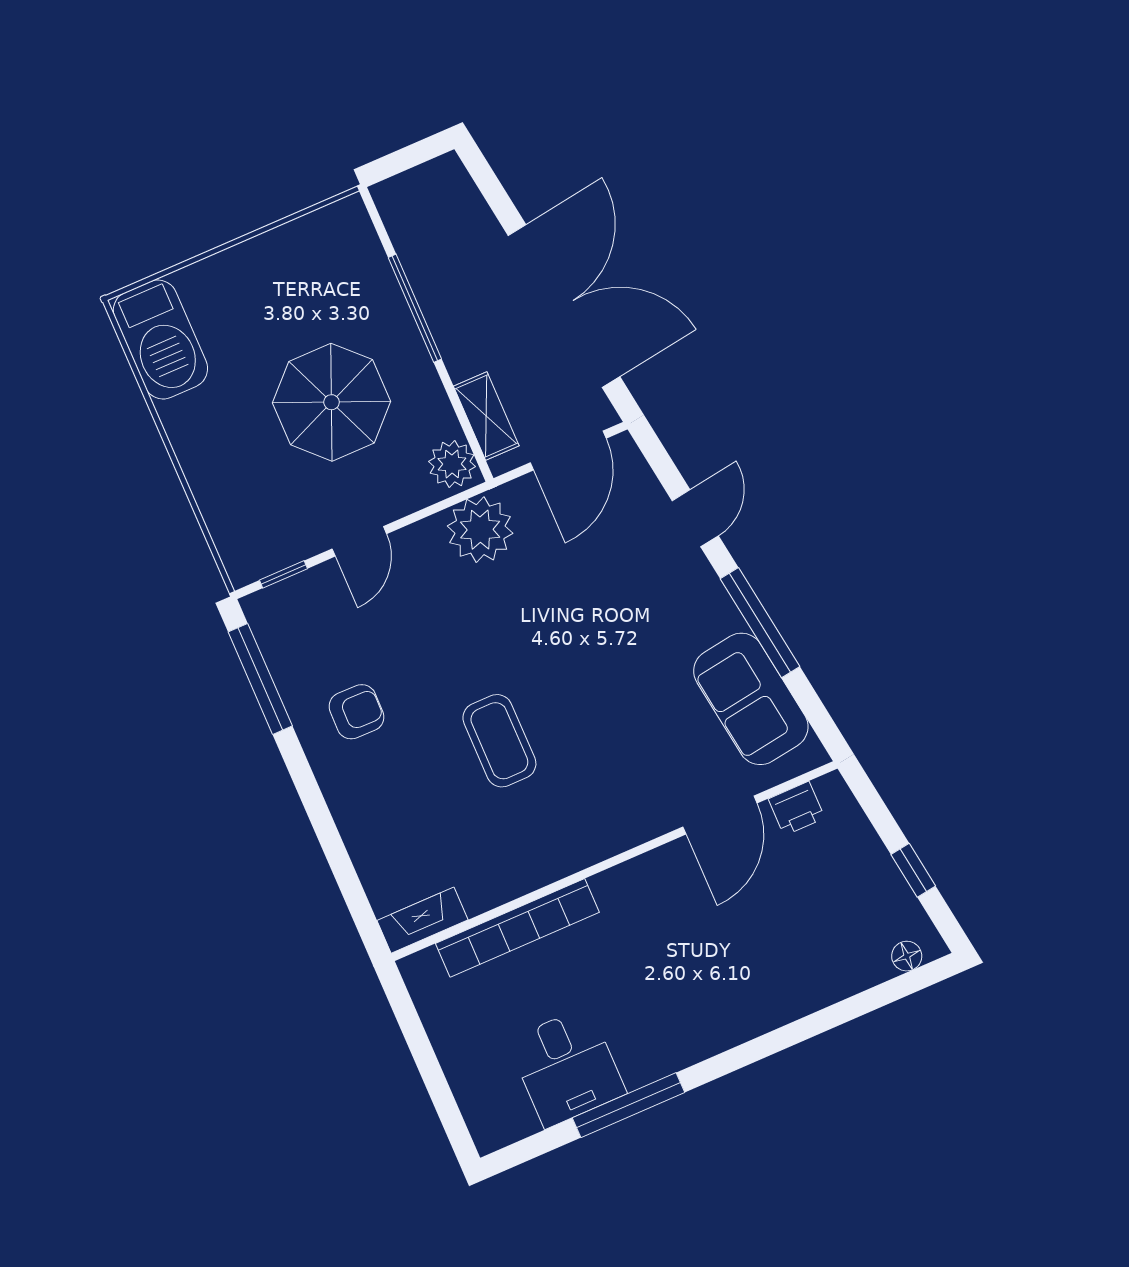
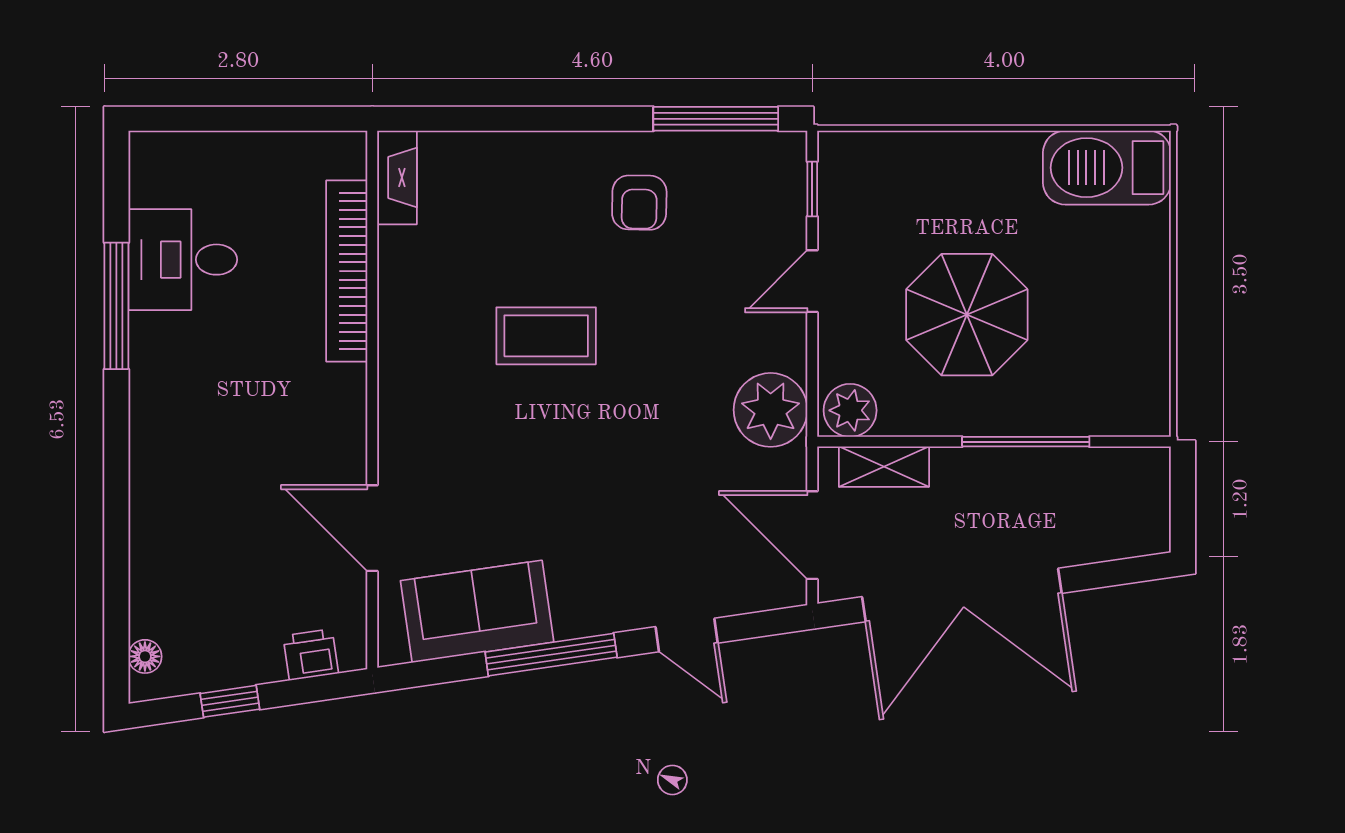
door: (359, 541) -> (812, 281), hinge flipped
printer: (797, 808) -> (311, 655), moved, turned 82

